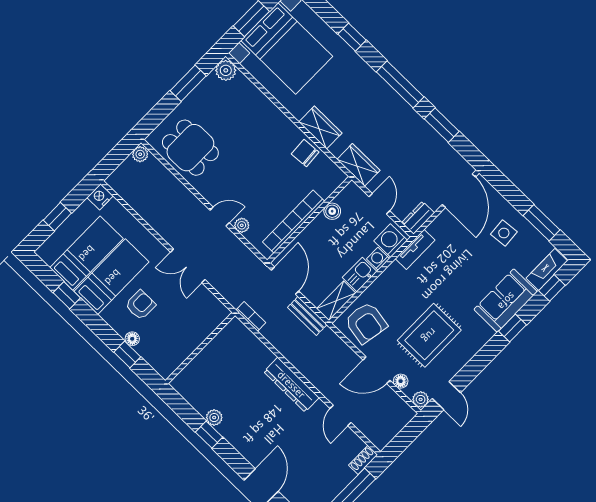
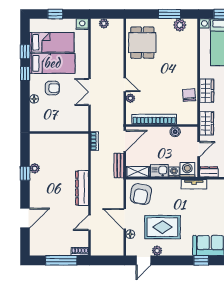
plant: (226, 70) -> (180, 25), moved
plant: (140, 154) -> (104, 23), moved
window: (127, 355) -> (25, 74), moved
plant: (421, 399) -> (157, 251), moved

